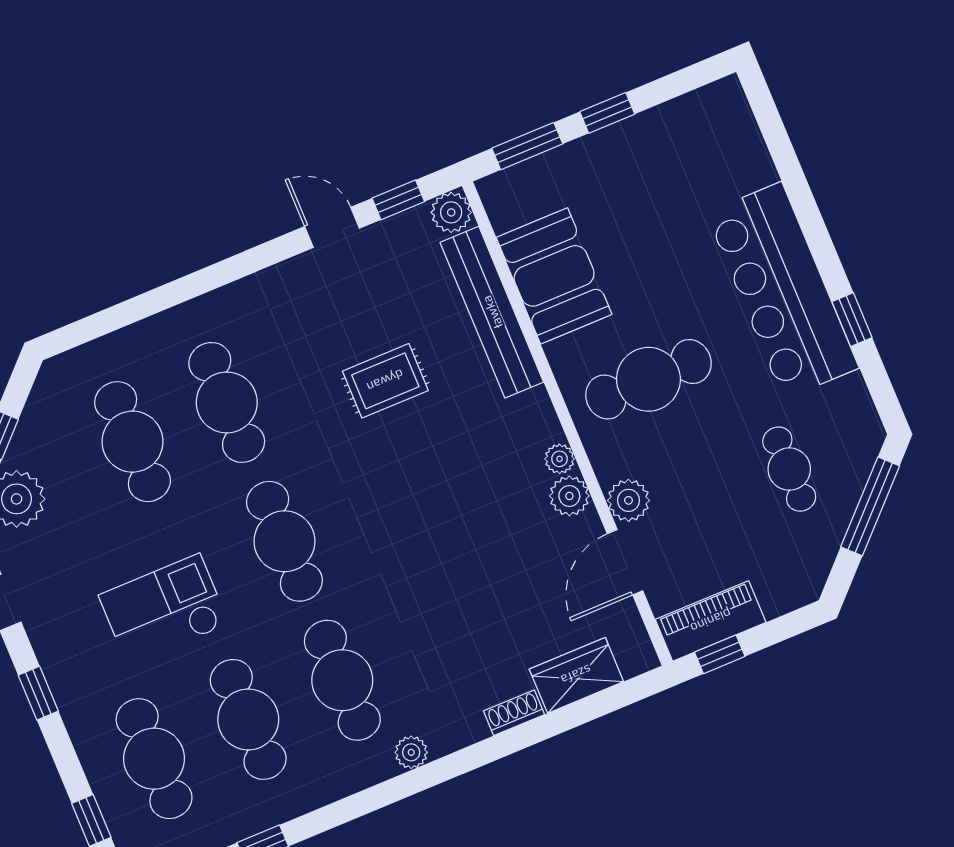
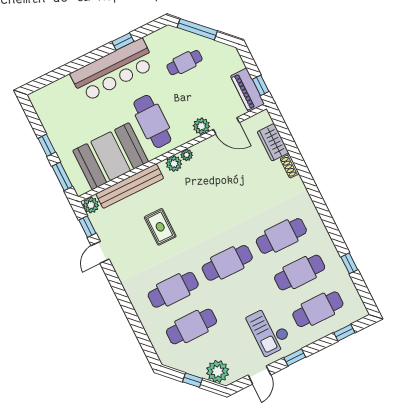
booth: (554, 276) -> (111, 156), width x1.36, depth x1.42
plant: (569, 496) -> (174, 164), moved
checkout: (164, 610) -> (269, 331), moved
plant: (411, 752) -> (308, 206), removed

